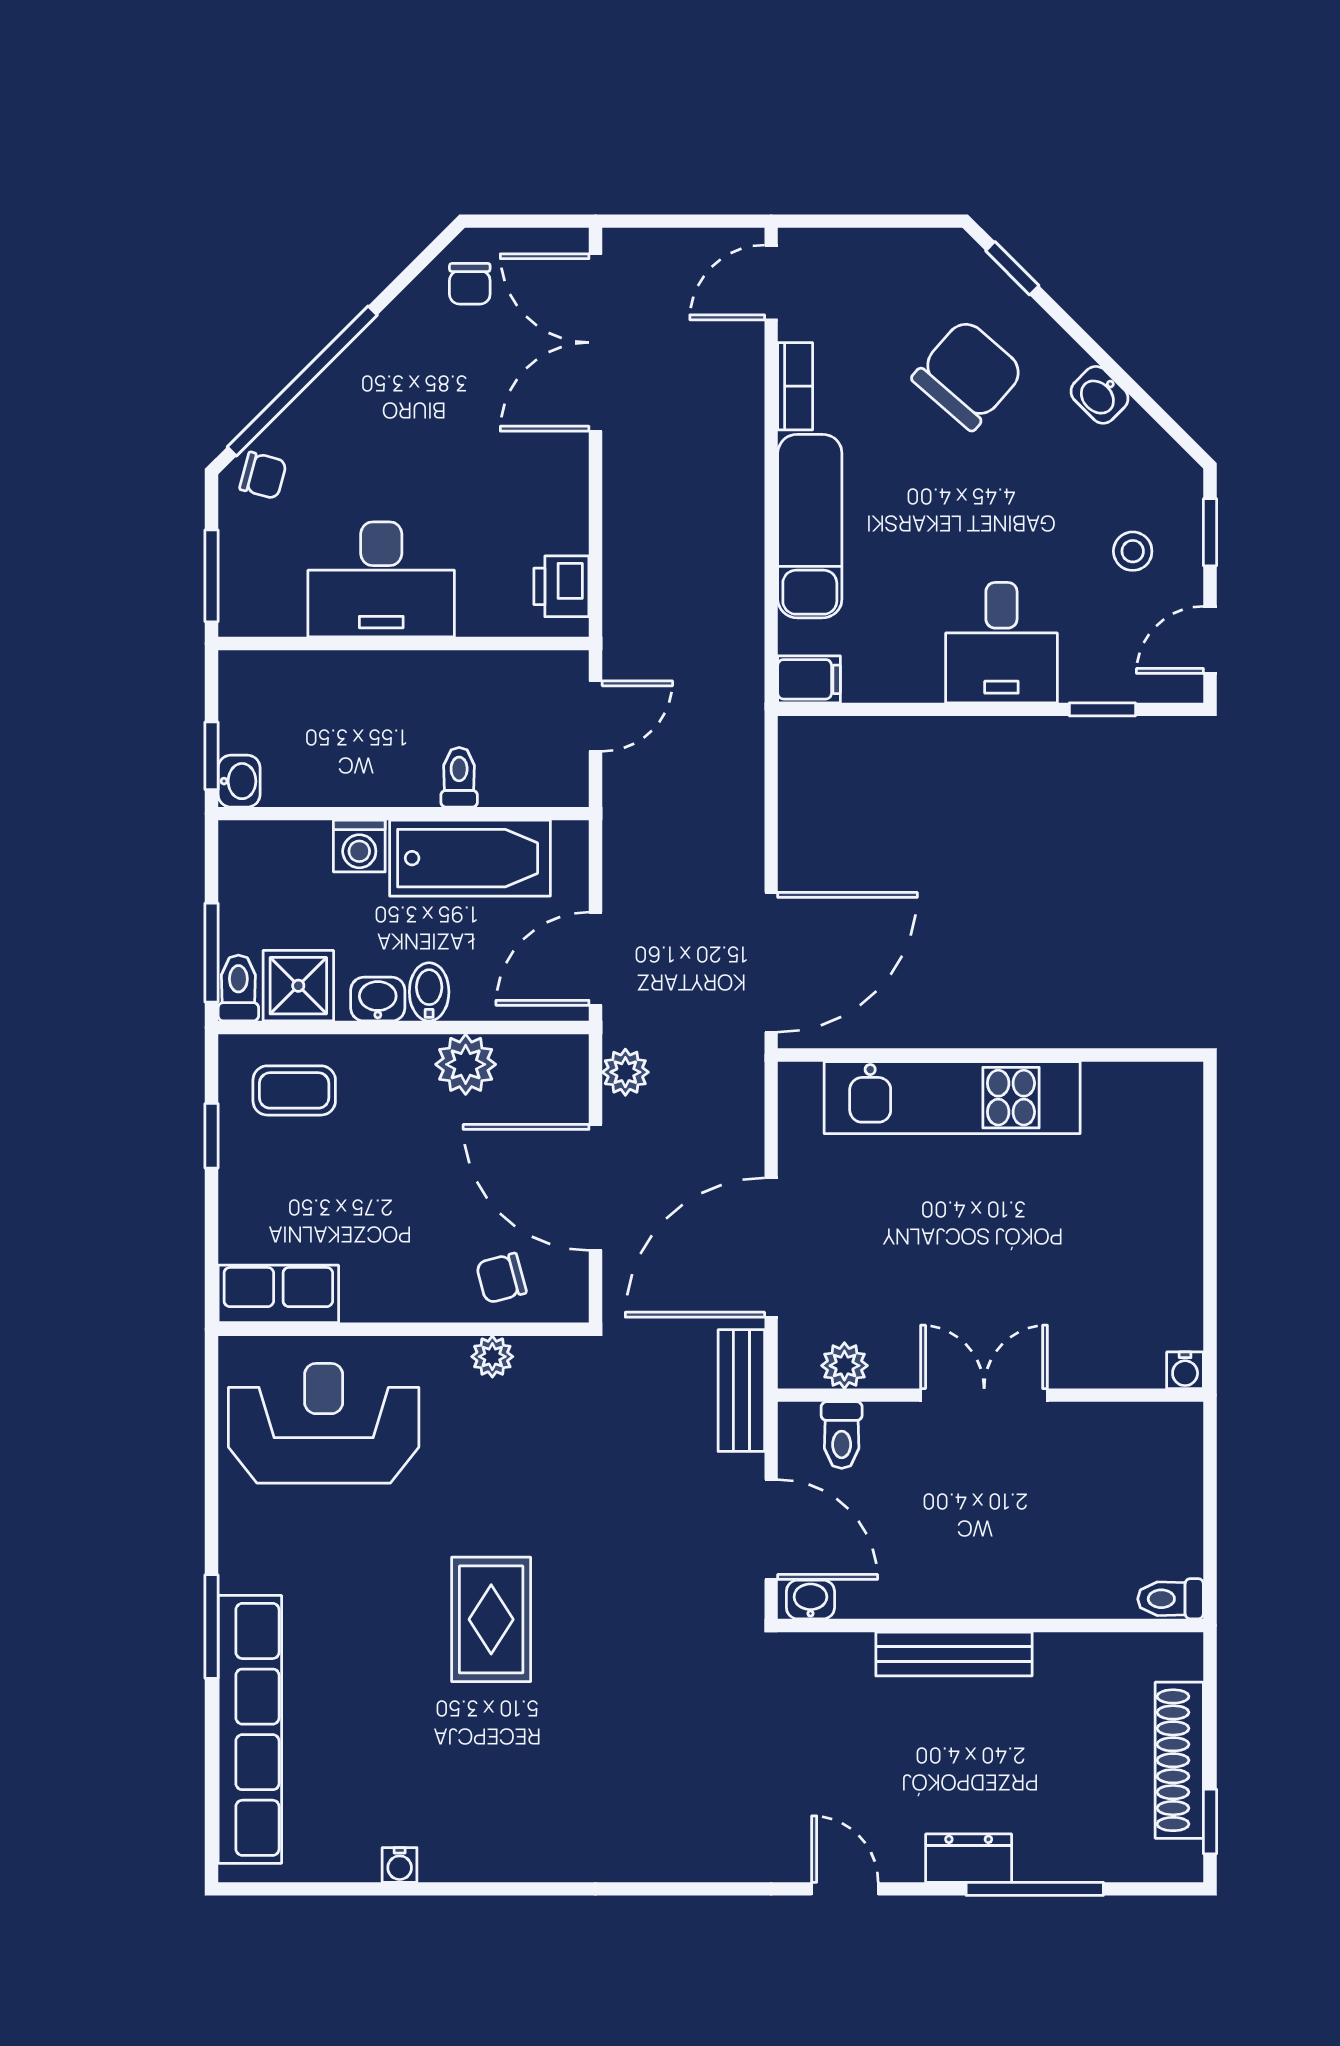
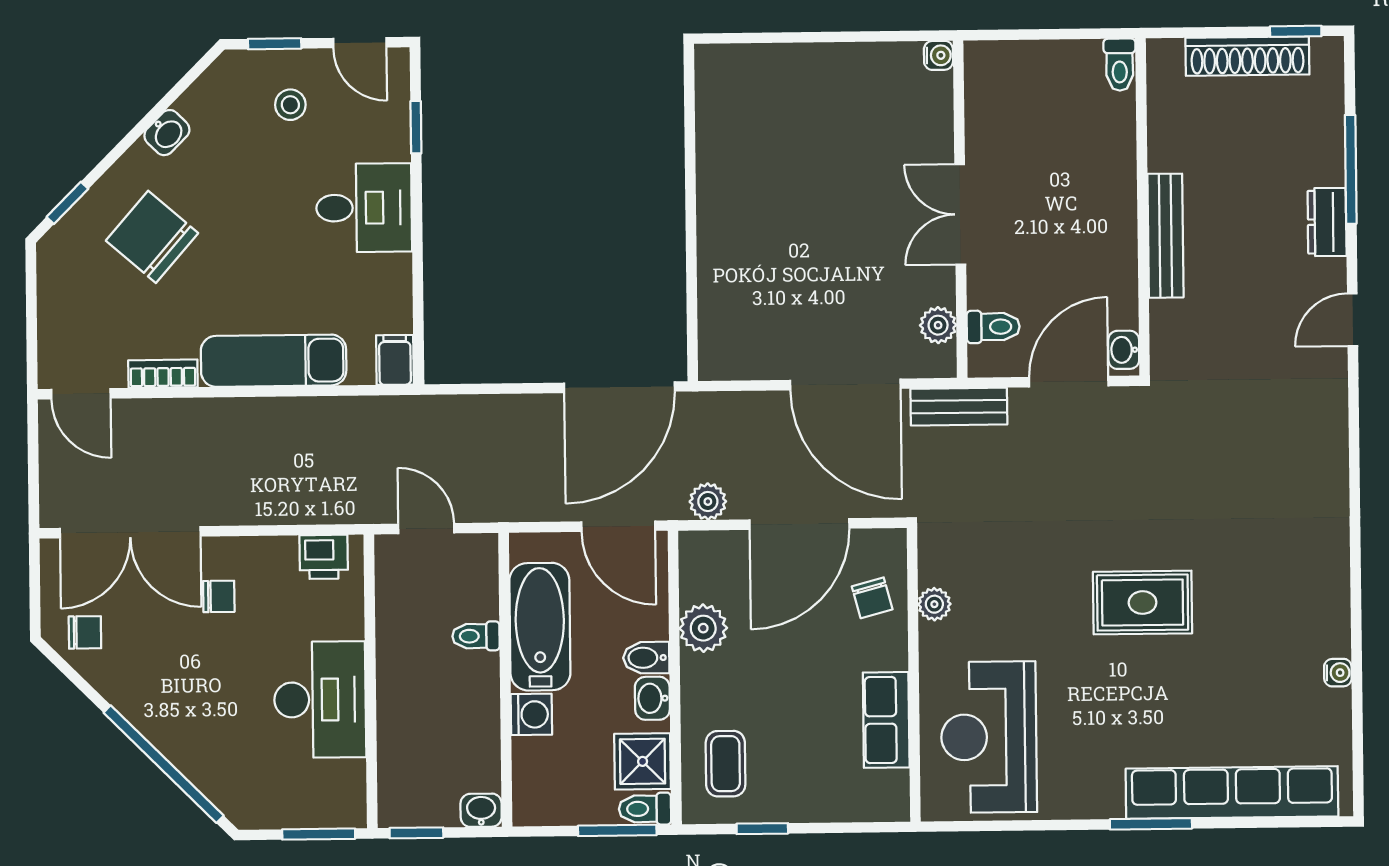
chair: (263, 475) -> (219, 596), moved, turned 75
window: (212, 756) -> (416, 833), moved
door: (771, 962) -> (619, 387), swing flipped
kitchen unit: (952, 1098) -> (725, 242), removed
row of seats: (278, 1294) -> (886, 720), moved

